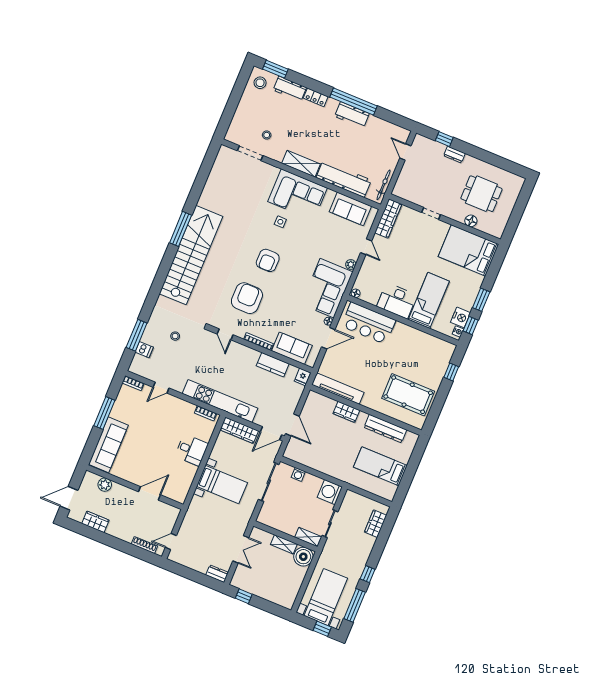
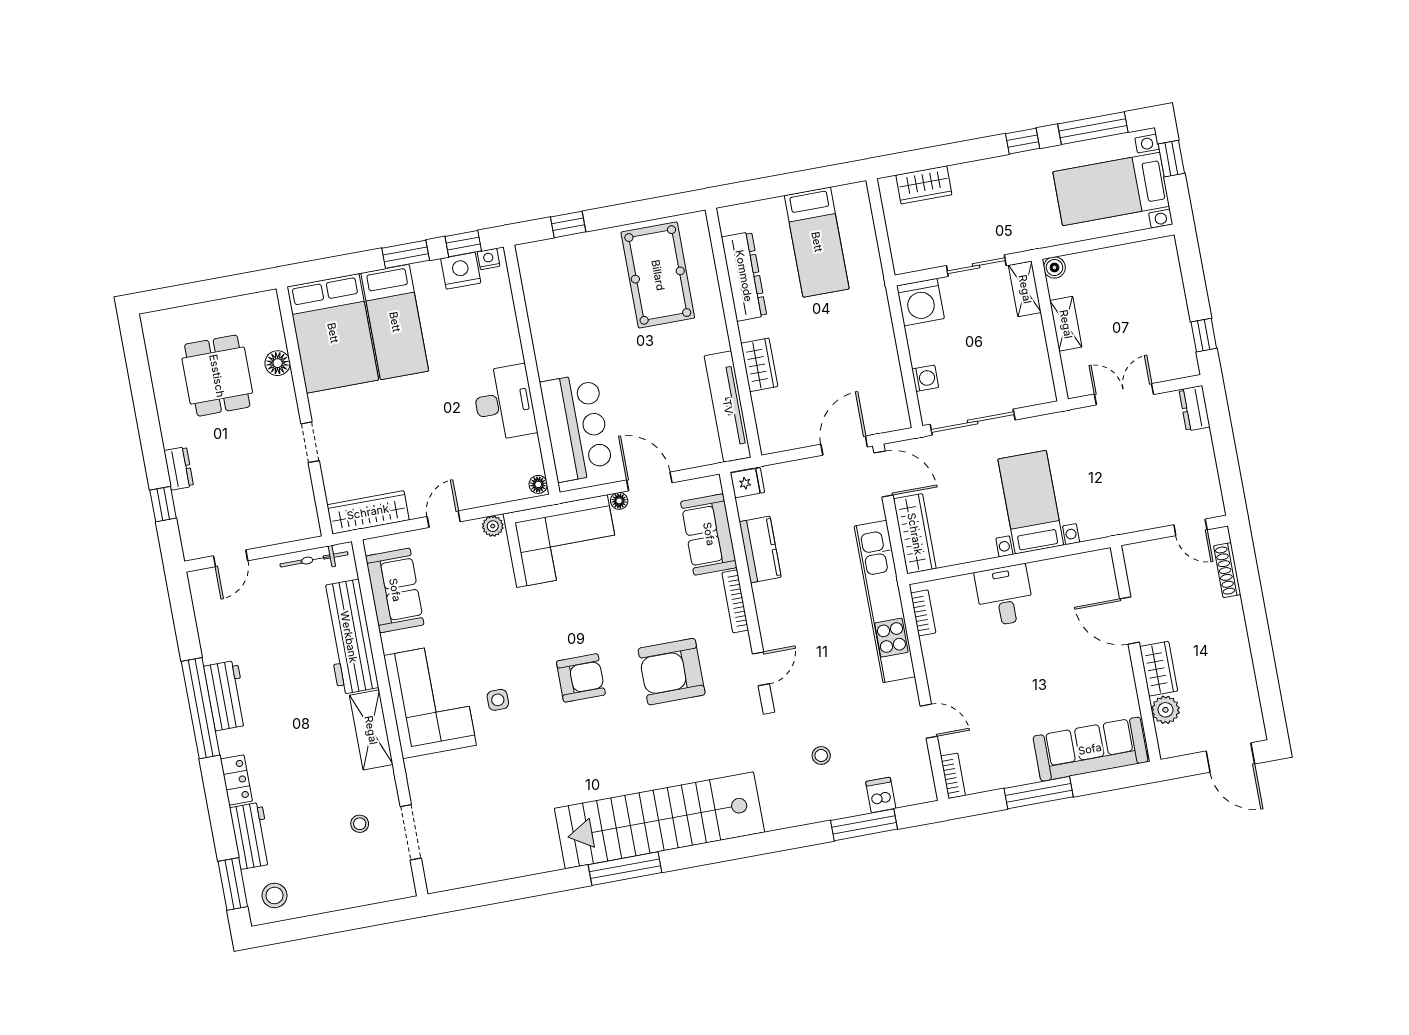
bed: (429, 300) -> (395, 322), moved, turned -90
wardrobe: (95, 522) -> (1159, 669), moved, turned 180
boiler: (303, 557) -> (1054, 268), width x0.54, depth x0.54

